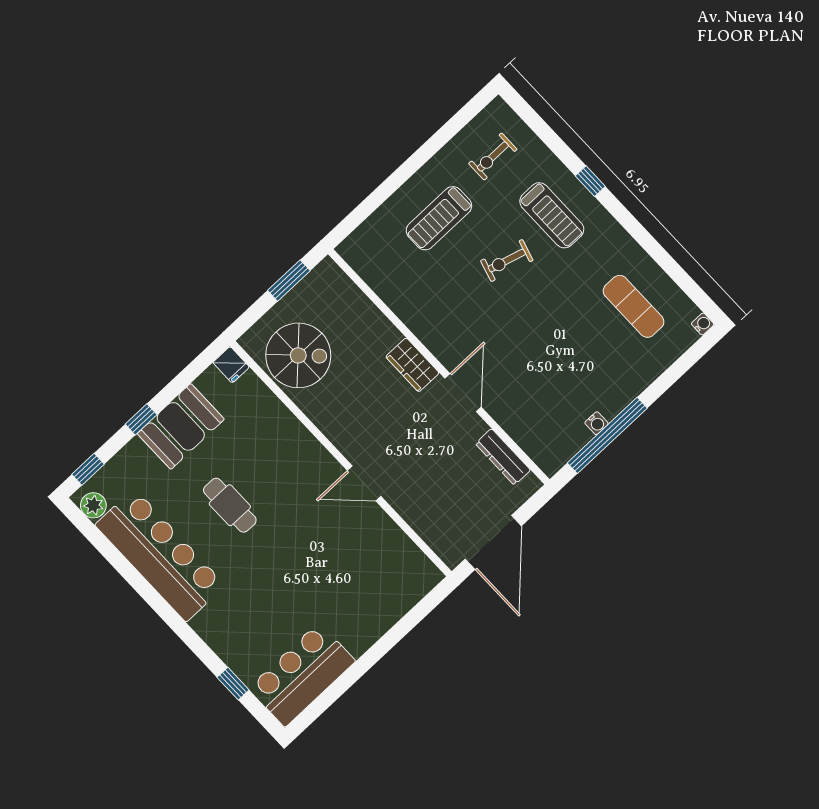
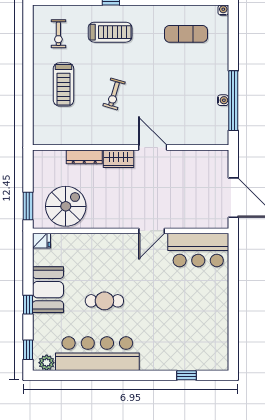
exercise bike: (507, 261) -> (114, 94), moved
window: (289, 281) -> (28, 206), moved
dresser: (503, 457) -> (84, 157), moved
bar counter: (302, 675) -> (198, 250), moved, turned -90

